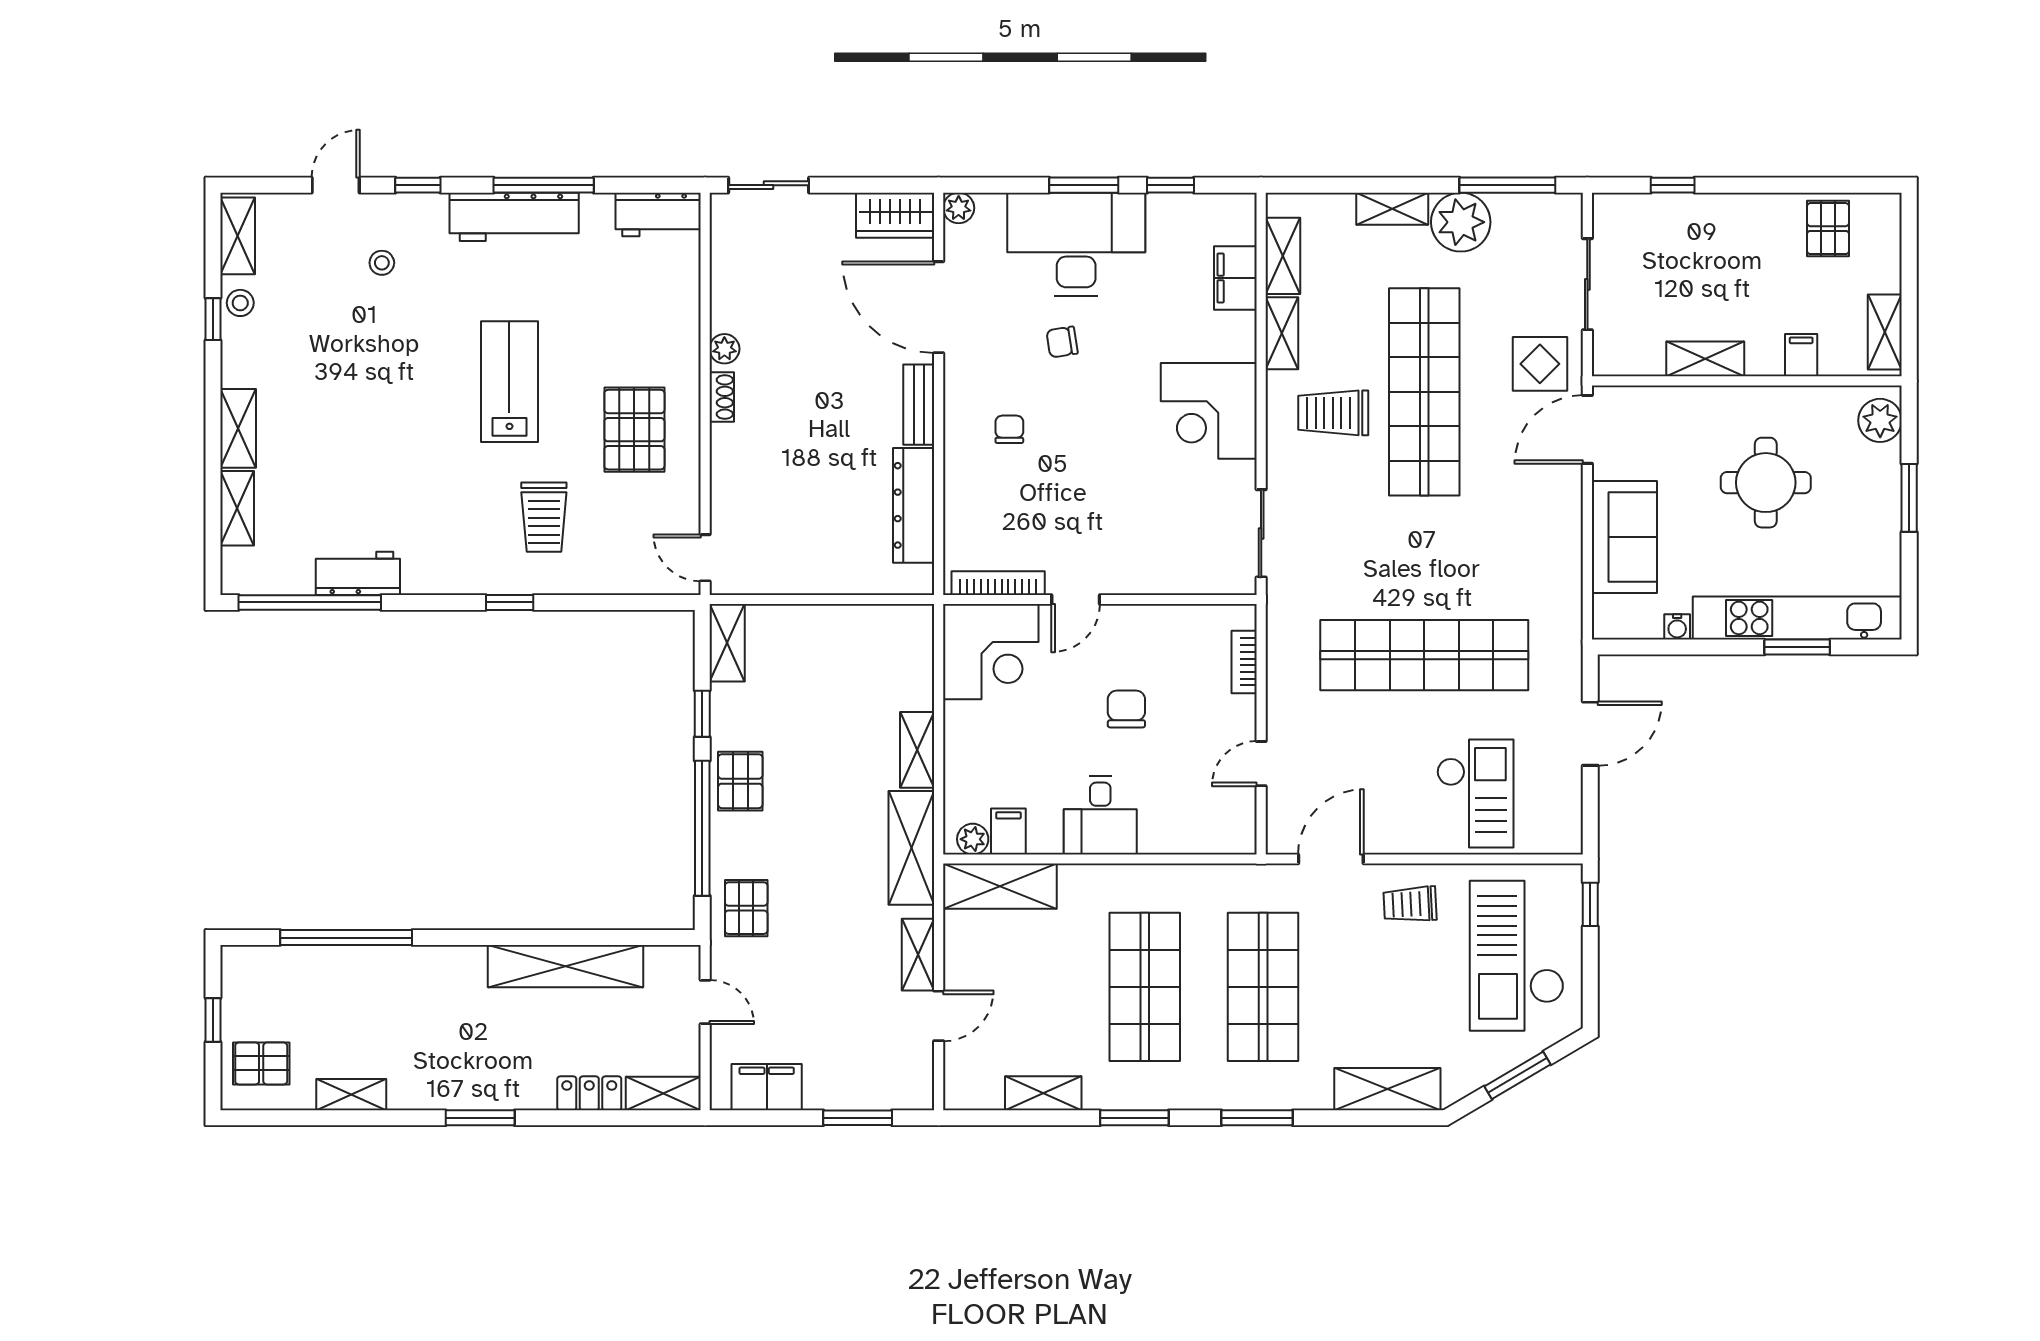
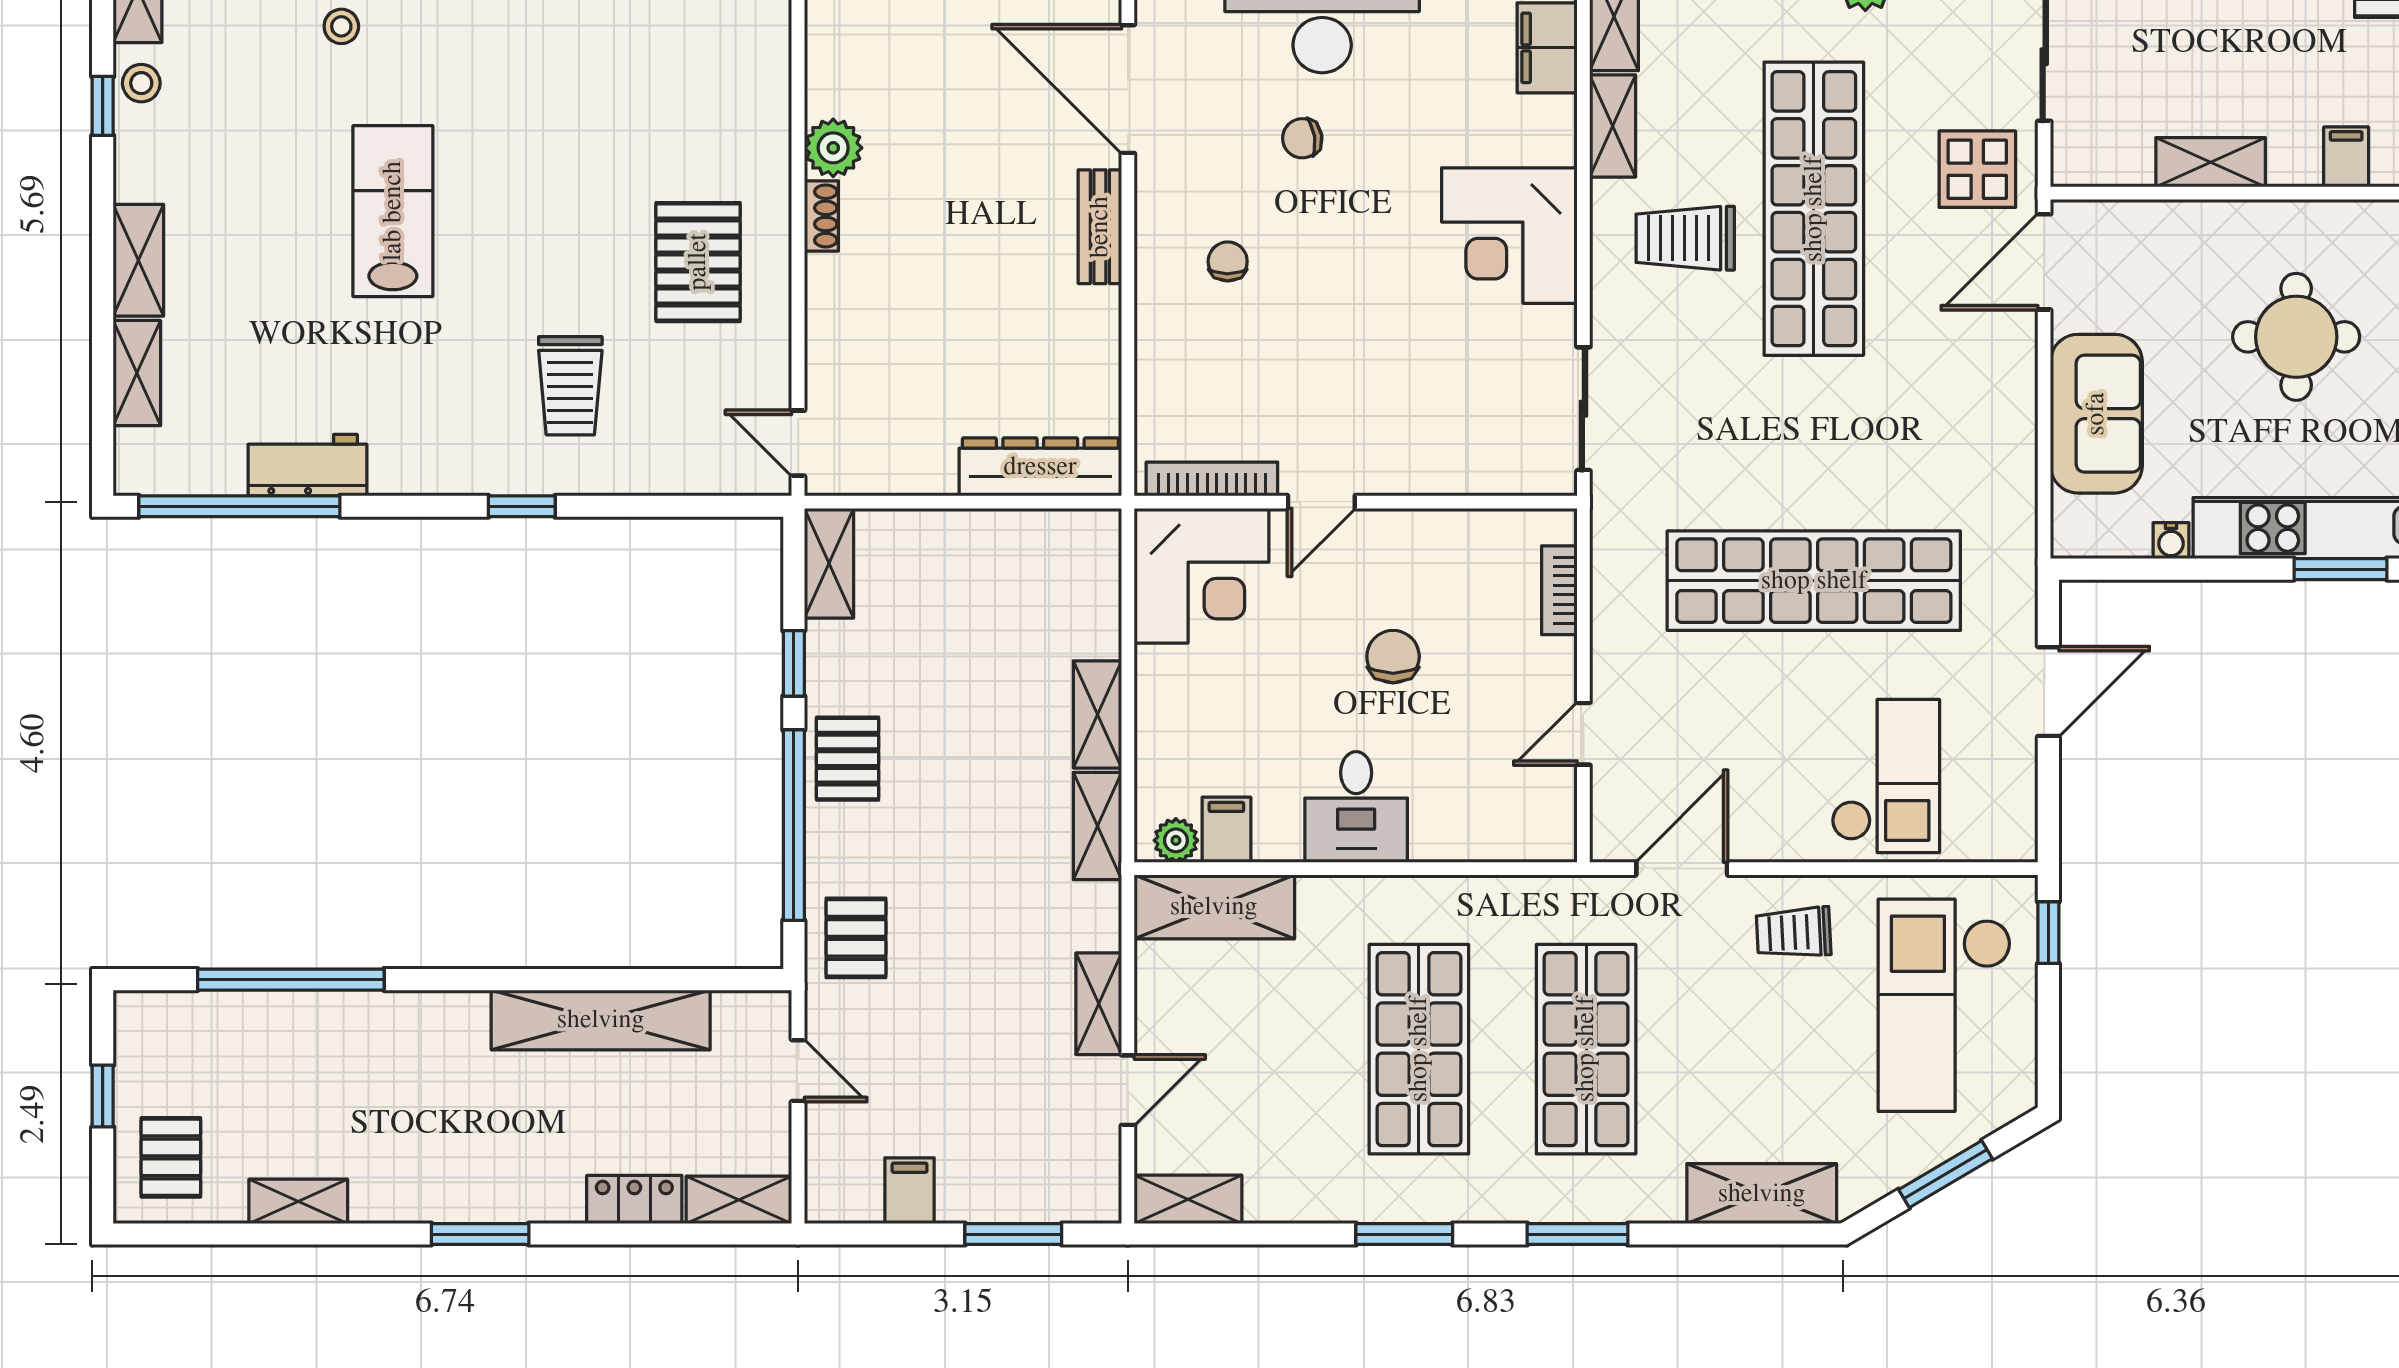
plant: (724, 349) -> (833, 148), width x1.38, depth x1.38
lab bench: (509, 382) -> (393, 211), moved
dresser: (914, 505) -> (1040, 467), moved, turned 90
shelving: (911, 848) -> (1097, 826), width x0.67, depth x0.75
pallet: (261, 1063) -> (171, 1157), turned 90
filing cabinet: (767, 1087) -> (910, 1191), width x0.50
shelving: (1043, 1093) -> (1188, 1199), moved

